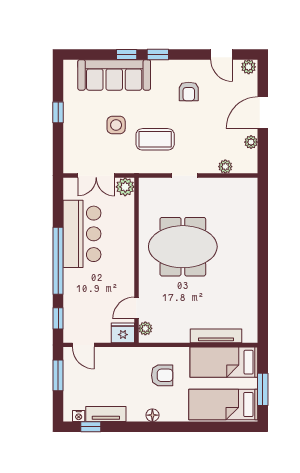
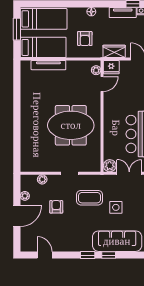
plant: (249, 67) -> (27, 247), removed
armchair: (189, 91) -> (56, 207), moved
wardrobe: (119, 356) -> (114, 51), added
armchair: (162, 375) -> (85, 39), turned -90

